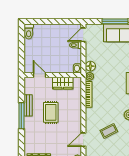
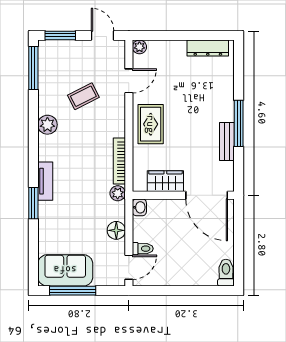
floor lamp: (90, 66) -> (116, 230), moved
door: (39, 75) -> (207, 195), width x1.88
rug: (51, 112) -> (151, 124), moved

